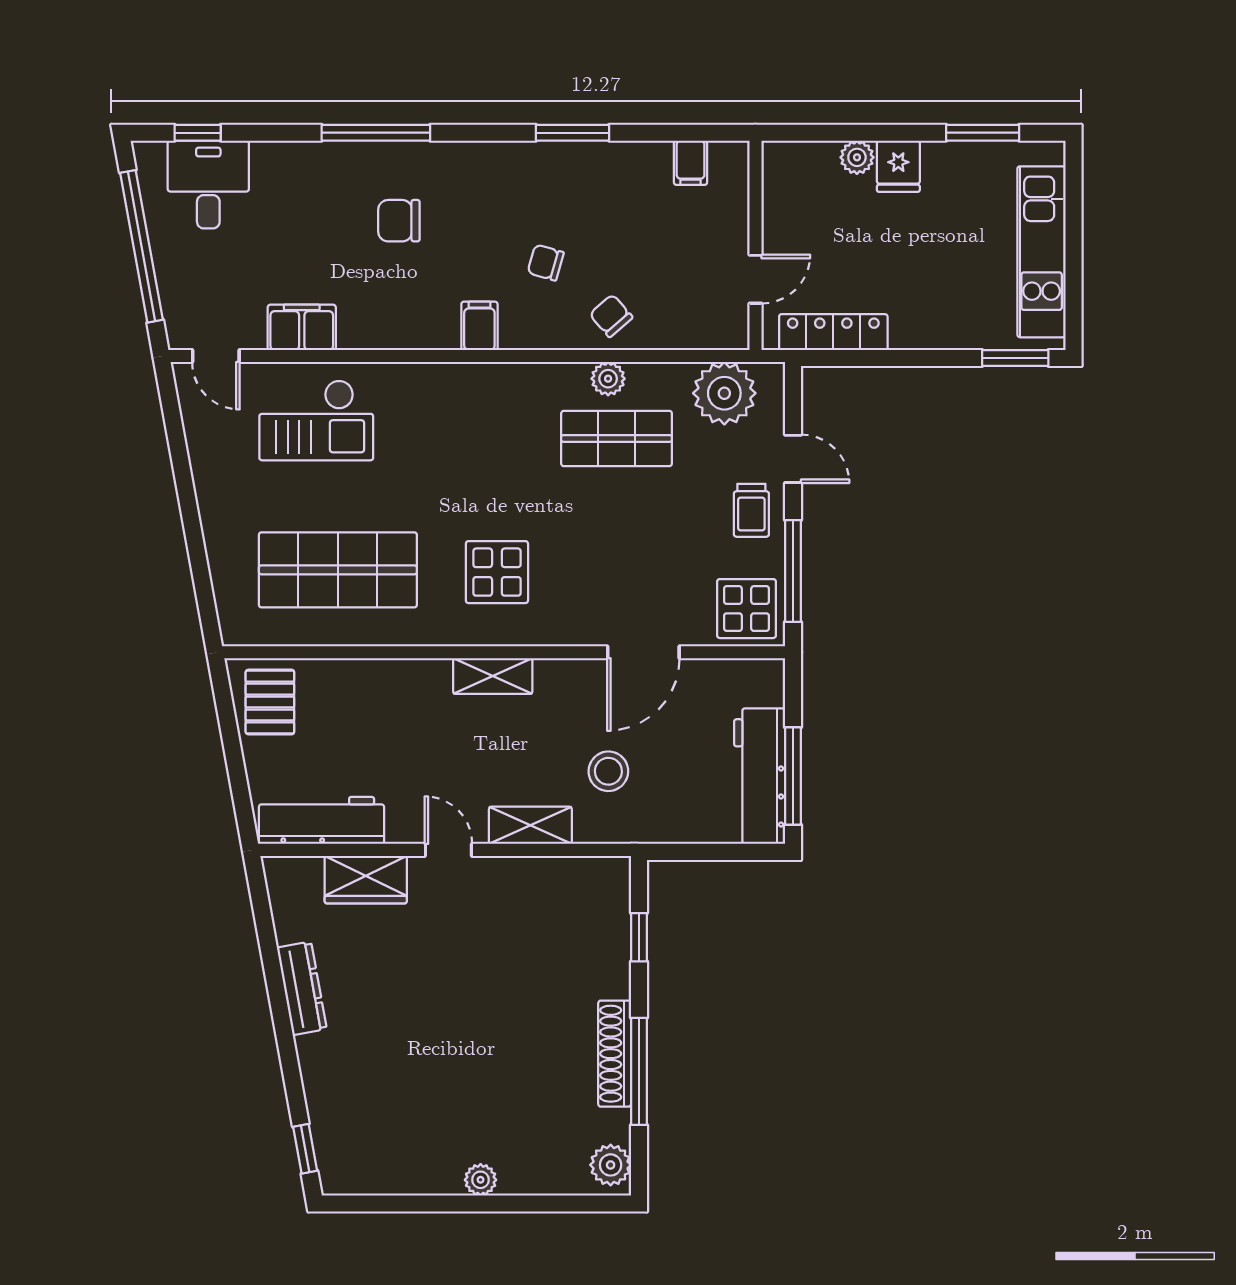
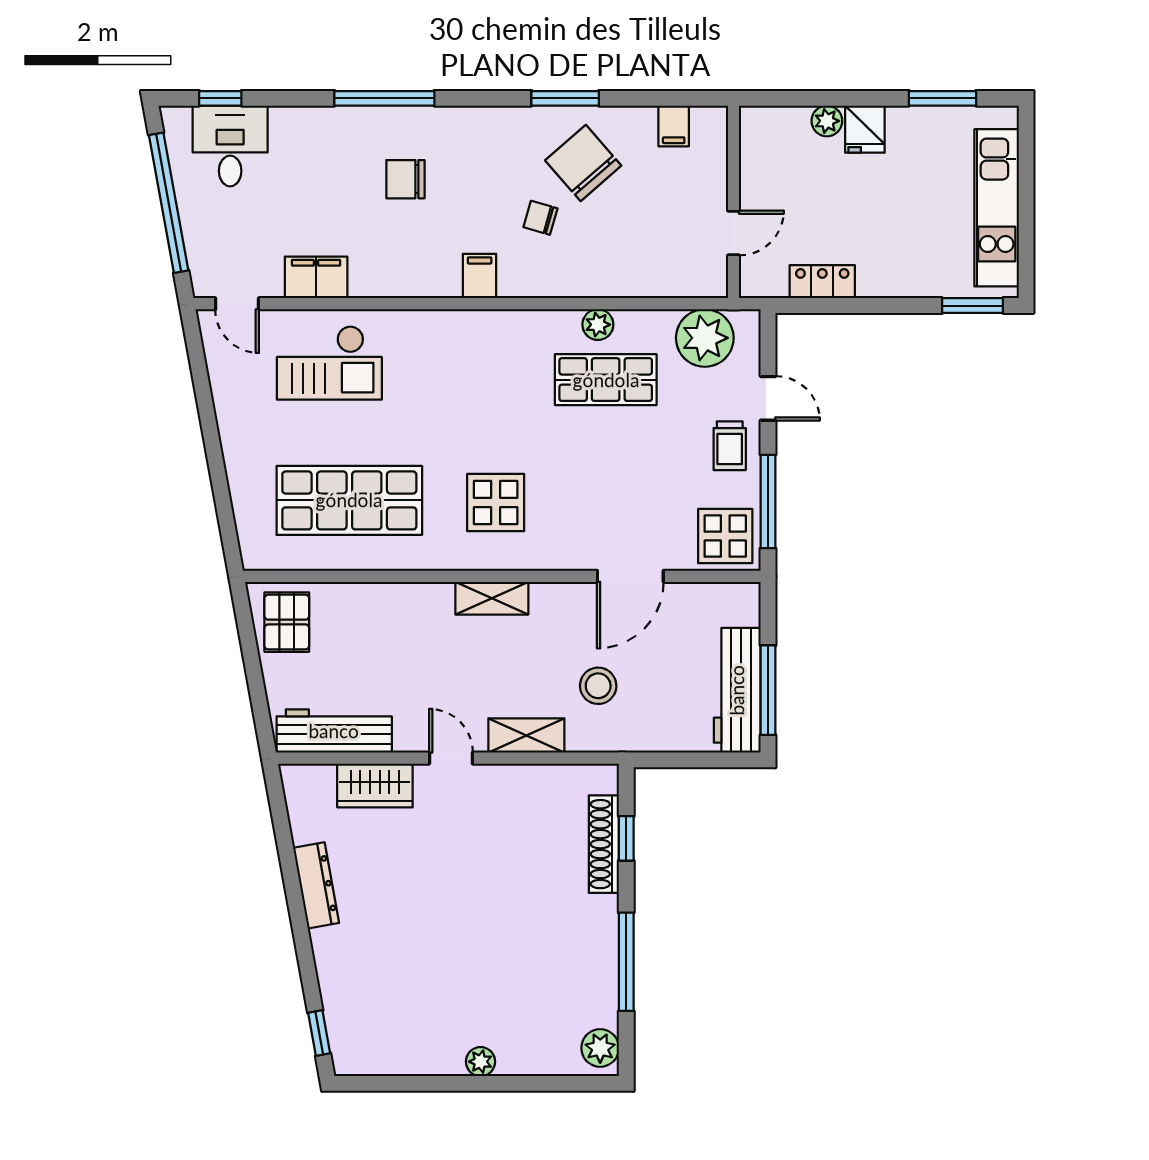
chair: (611, 316) -> (583, 163), moved, width x1.87, depth x1.87
locker: (833, 332) -> (822, 282), width x0.66
shoe rack: (615, 1054) -> (604, 844), moved

